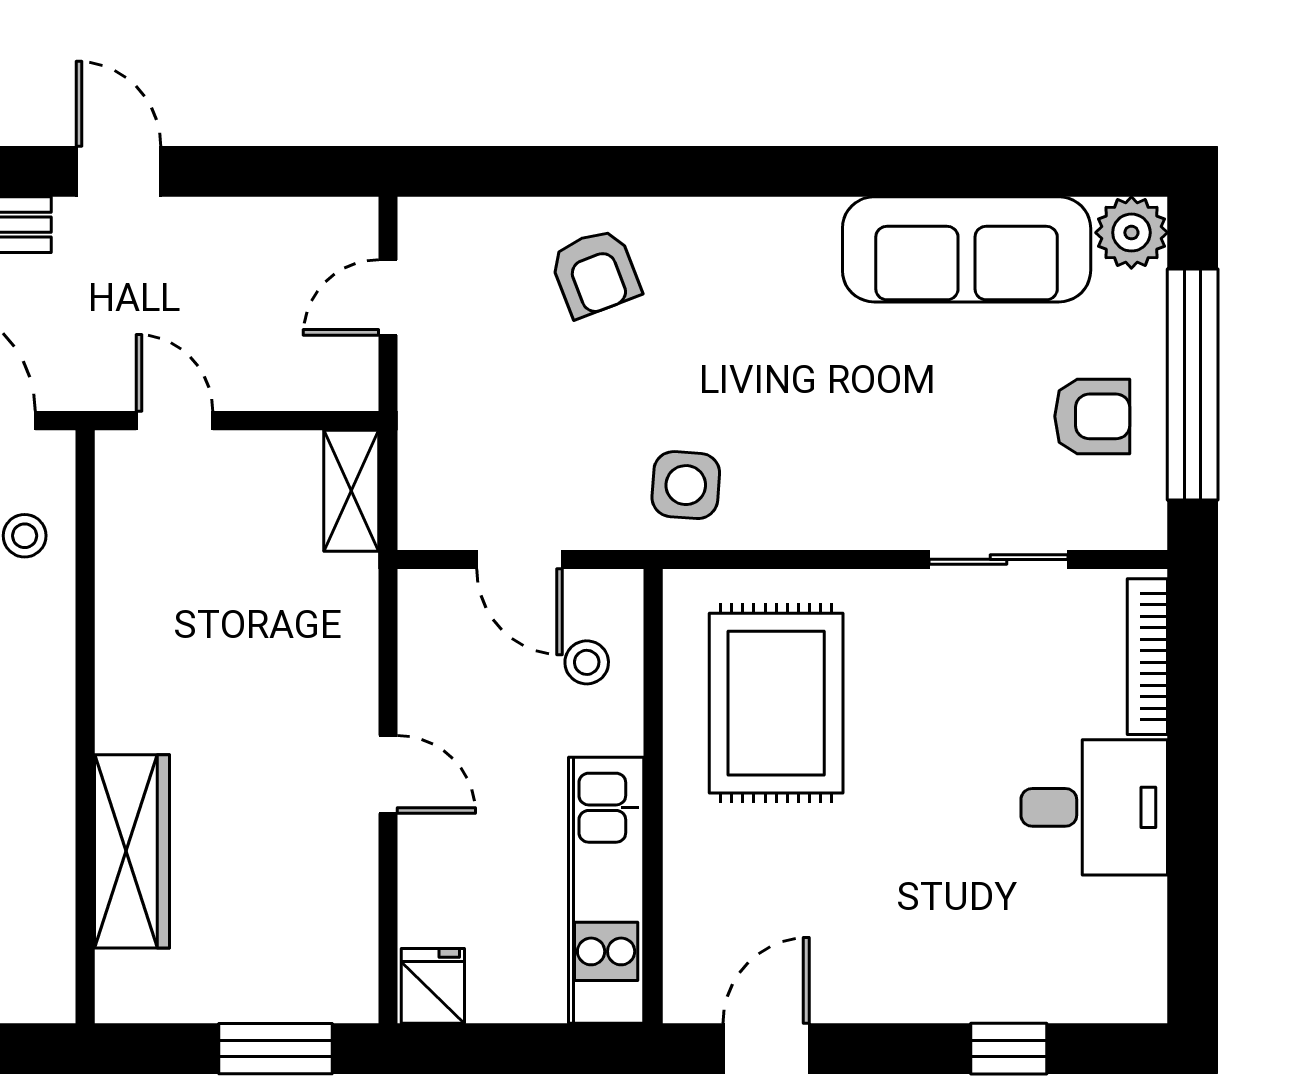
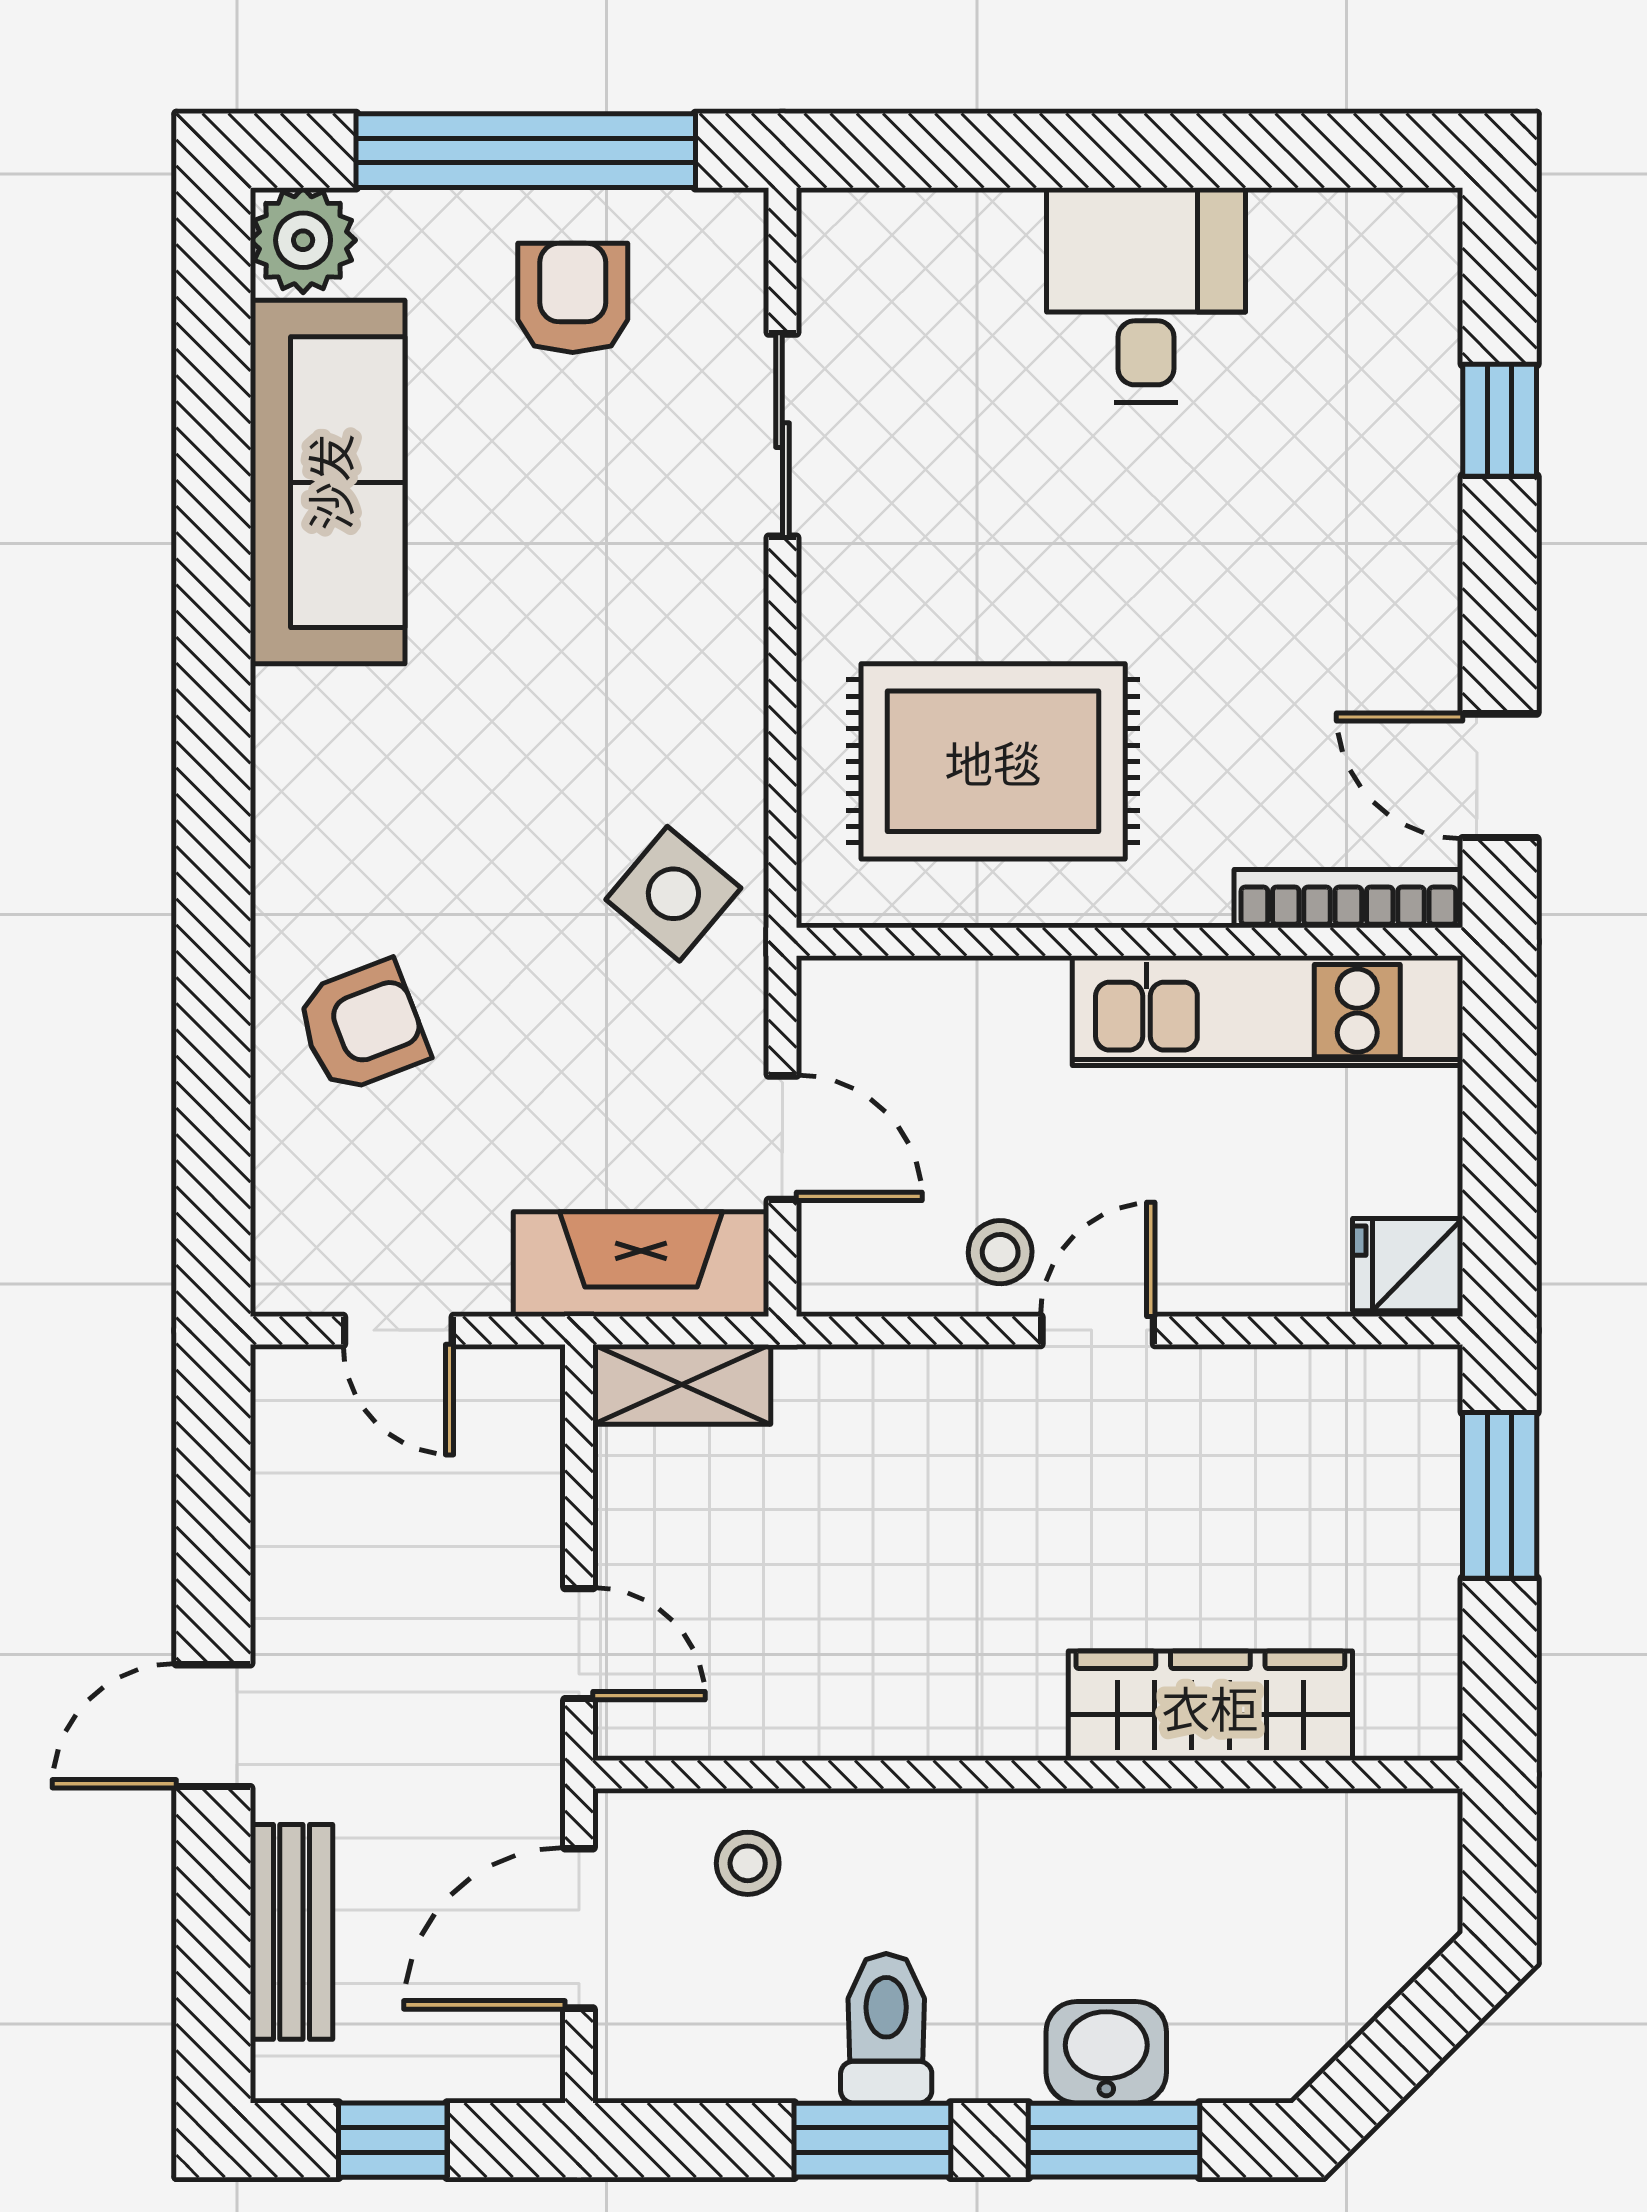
door: (174, 421) -> (579, 1644), swing flipped
fireplace: (433, 463) -> (641, 1264), added
side table: (686, 485) -> (673, 894), turned 36
door: (519, 559) -> (782, 1138), hinge flipped
bookcase: (1147, 657) -> (1348, 899), moved, turned 180
stool: (587, 662) -> (1000, 1252), moved

